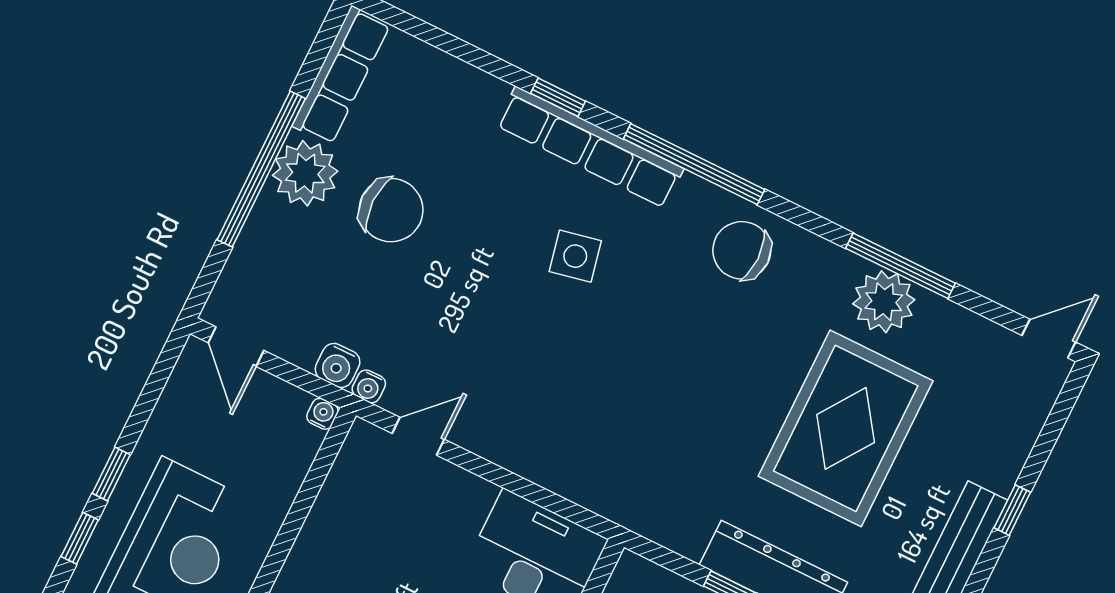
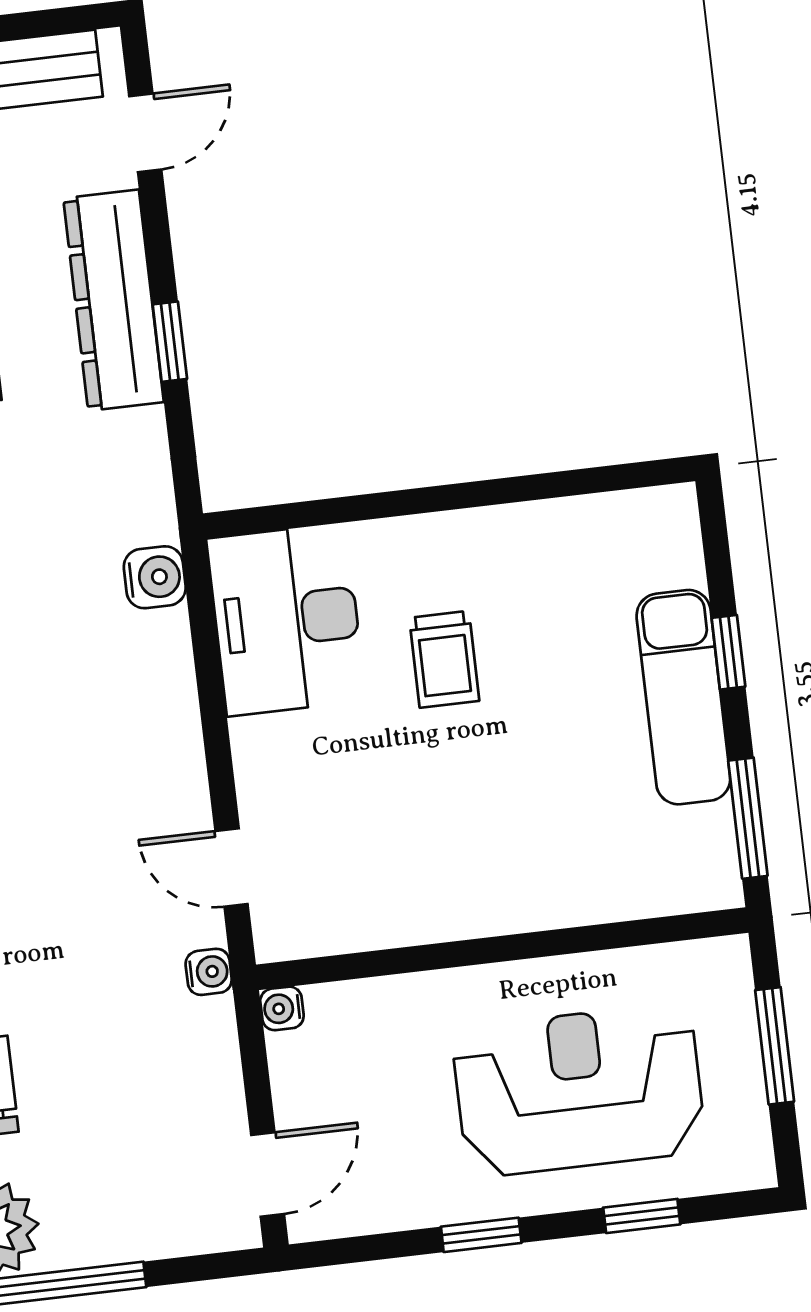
water cooler: (338, 365) -> (155, 577), moved
window: (111, 474) -> (481, 1235), moved

